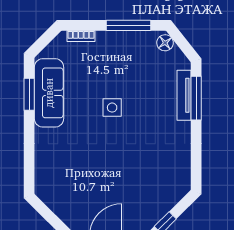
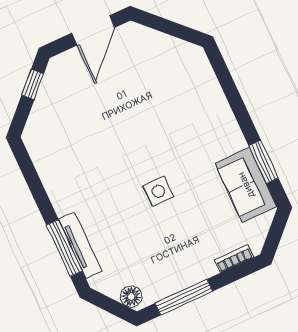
sofa: (49, 93) -> (246, 185), width x0.73

